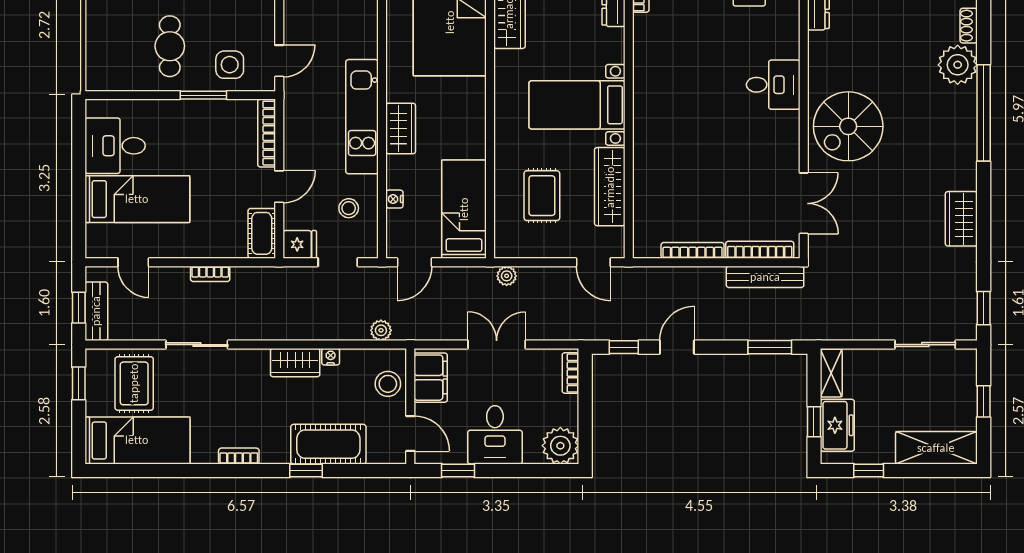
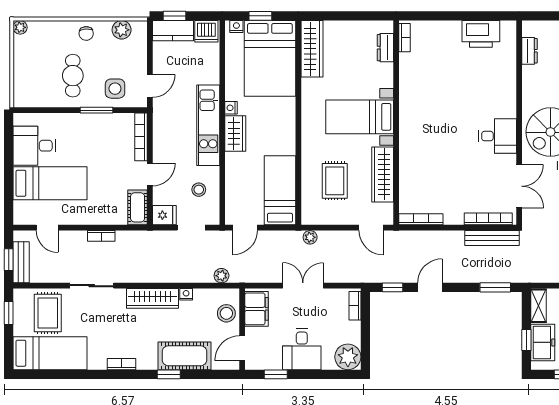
desk: (773, 85) -> (498, 136), moved
nightstand: (394, 199) -> (231, 108), moved
bookcase: (693, 250) -> (421, 219), moved
wardrobe: (295, 363) -> (152, 298), width x1.50
door: (410, 434) -> (242, 348), swing flipped

